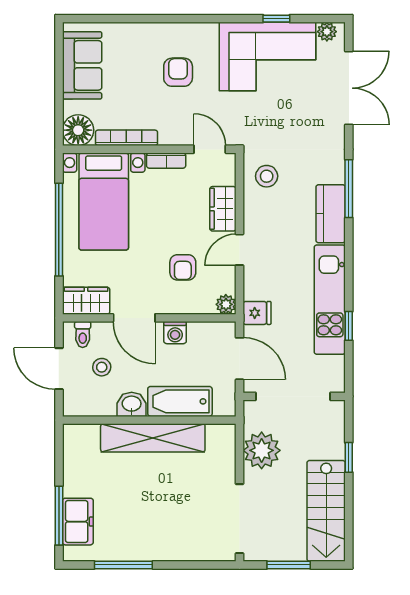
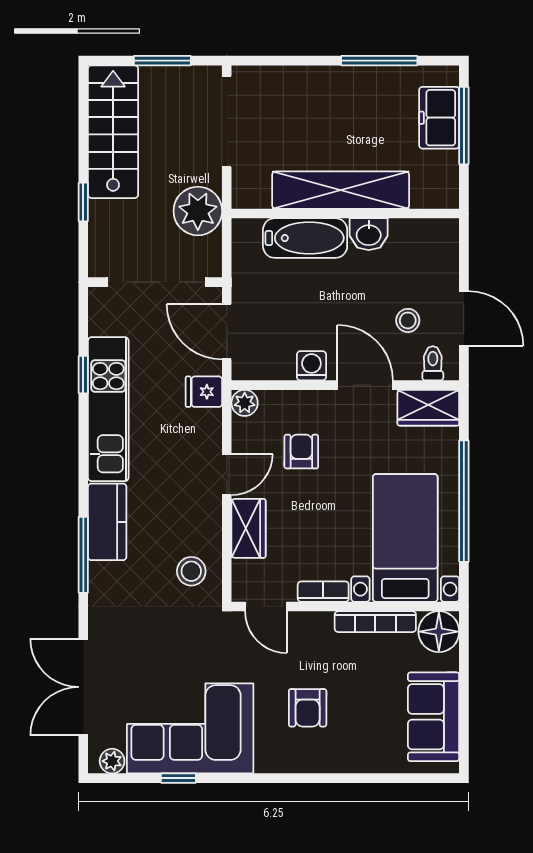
bathtub: (180, 401) -> (305, 238), moved
washbasin: (132, 404) -> (369, 234), moved
wall: (149, 420) -> (345, 213), moved
shelving: (153, 438) -> (341, 190), moved

